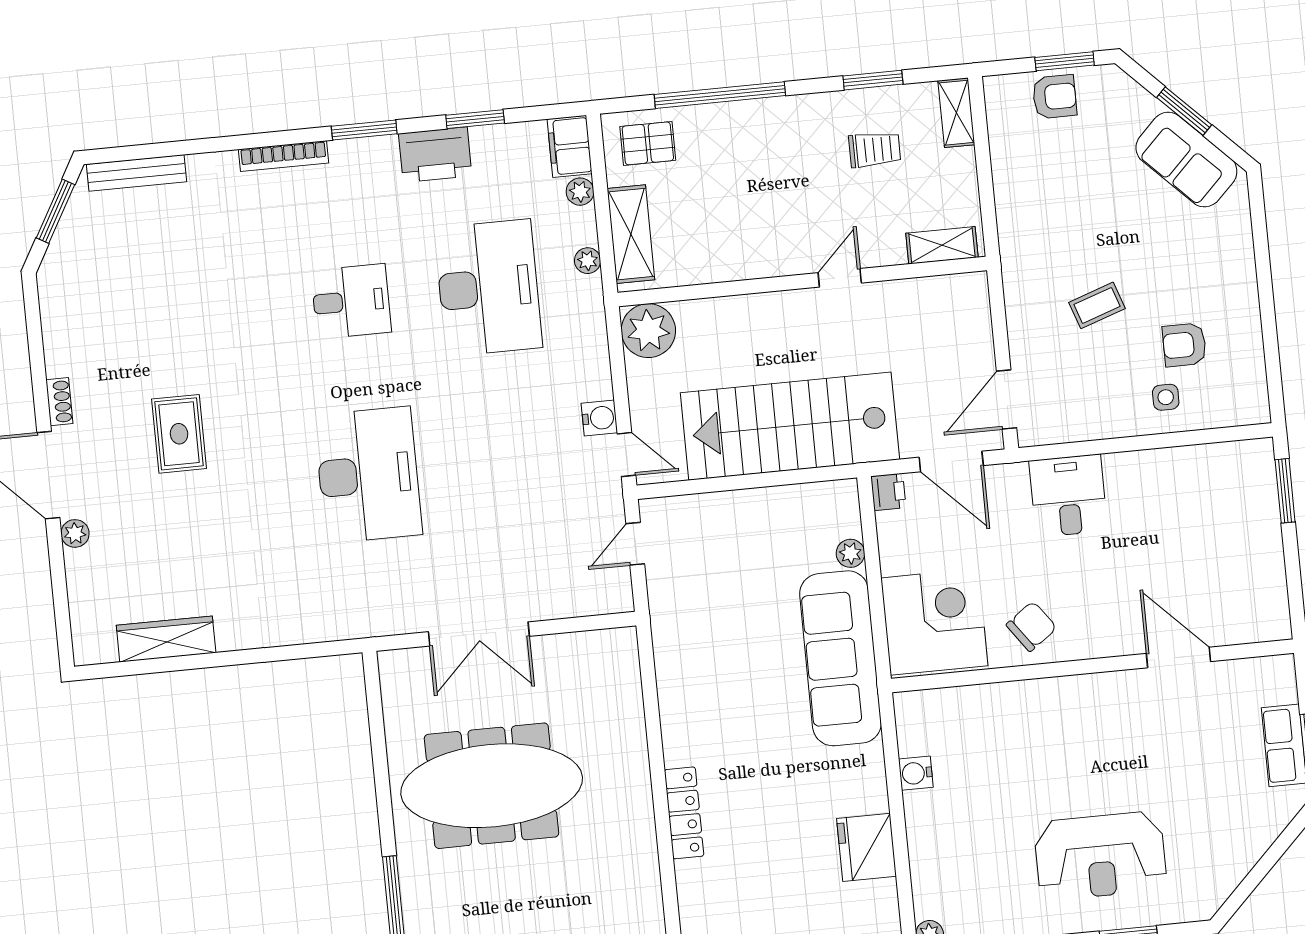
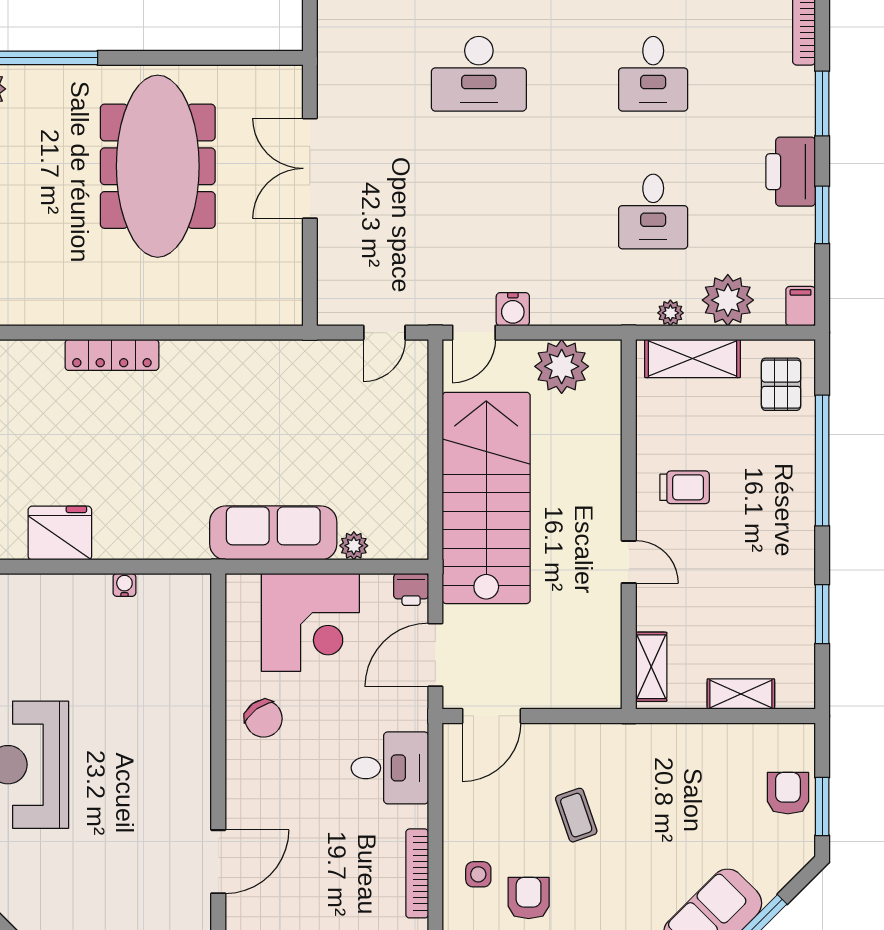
armchair: (1055, 97) -> (788, 793), turned 180
shelving: (956, 113) -> (741, 694), moved
filing cabinet: (570, 146) -> (801, 306), width x0.50
trolley: (875, 150) -> (685, 487), moved, turned -90
plant: (580, 192) -> (728, 300), width x1.88, depth x1.88
desk: (488, 288) -> (653, 212), width x0.53, depth x0.77
plant: (648, 331) -> (562, 366), moved
door: (1007, 399) -> (492, 716), swing flipped
bookcase: (1171, 458) -> (417, 873), added
desk: (368, 475) -> (479, 74), width x0.73, depth x0.77
door: (635, 544) -> (384, 333), swing flipped
corner desk: (934, 622) -> (310, 622), moved
sofa: (840, 658) -> (273, 533), width x0.74, depth x0.79
water cooler: (916, 773) -> (124, 585), width x0.72, depth x0.72

